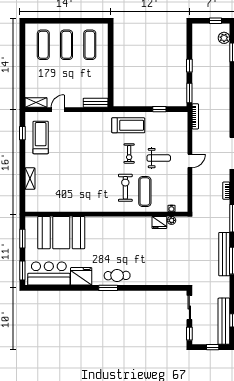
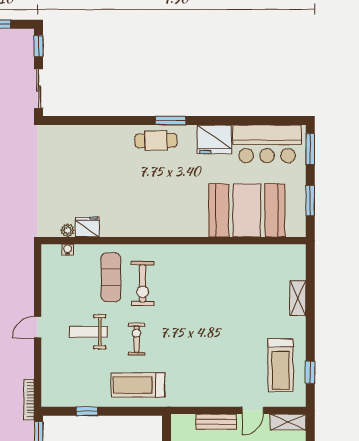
bench: (96, 103) -> (216, 422), moved

